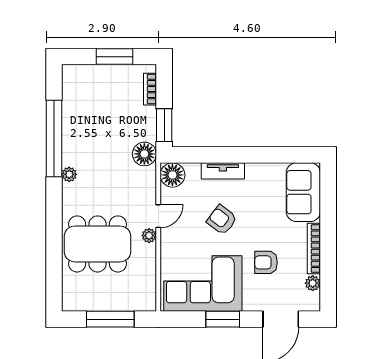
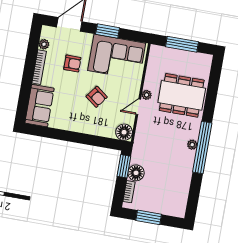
window: (54, 138) -> (202, 147), moved
floor lamp: (144, 154) -> (136, 173), moved
tv unit: (223, 171) -> (90, 129), removed

